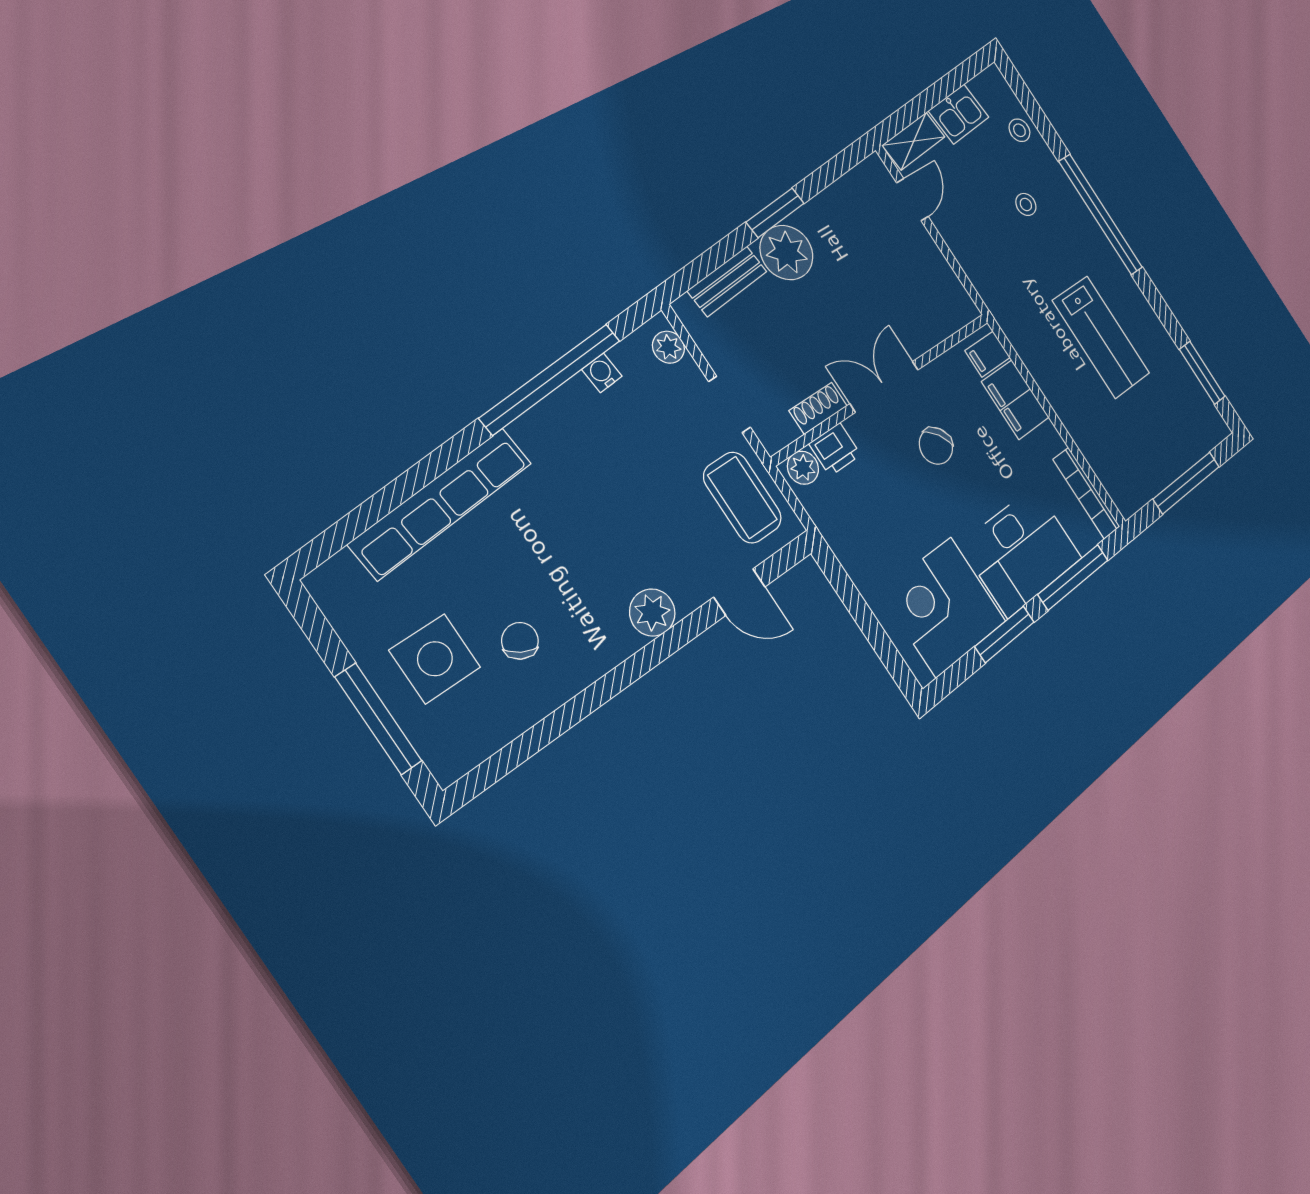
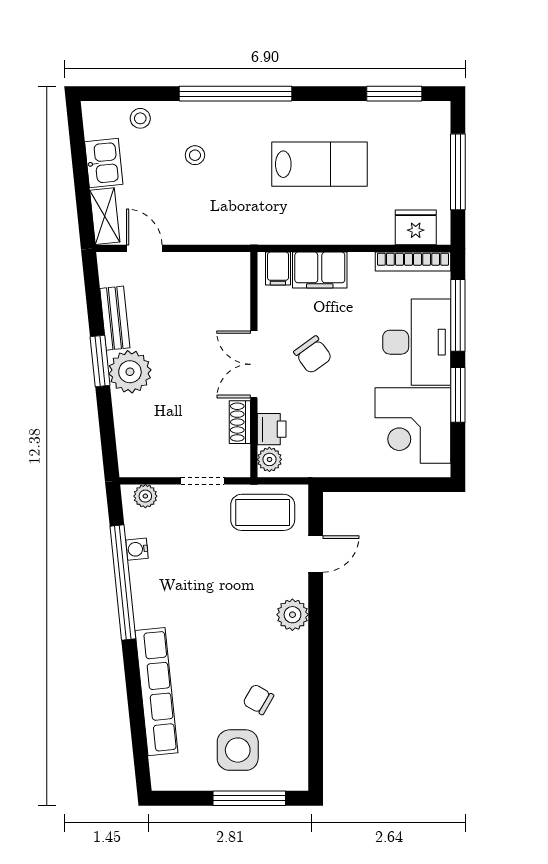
bench: (727, 281) -> (115, 318), moved
fridge: (1116, 474) -> (416, 227), added

